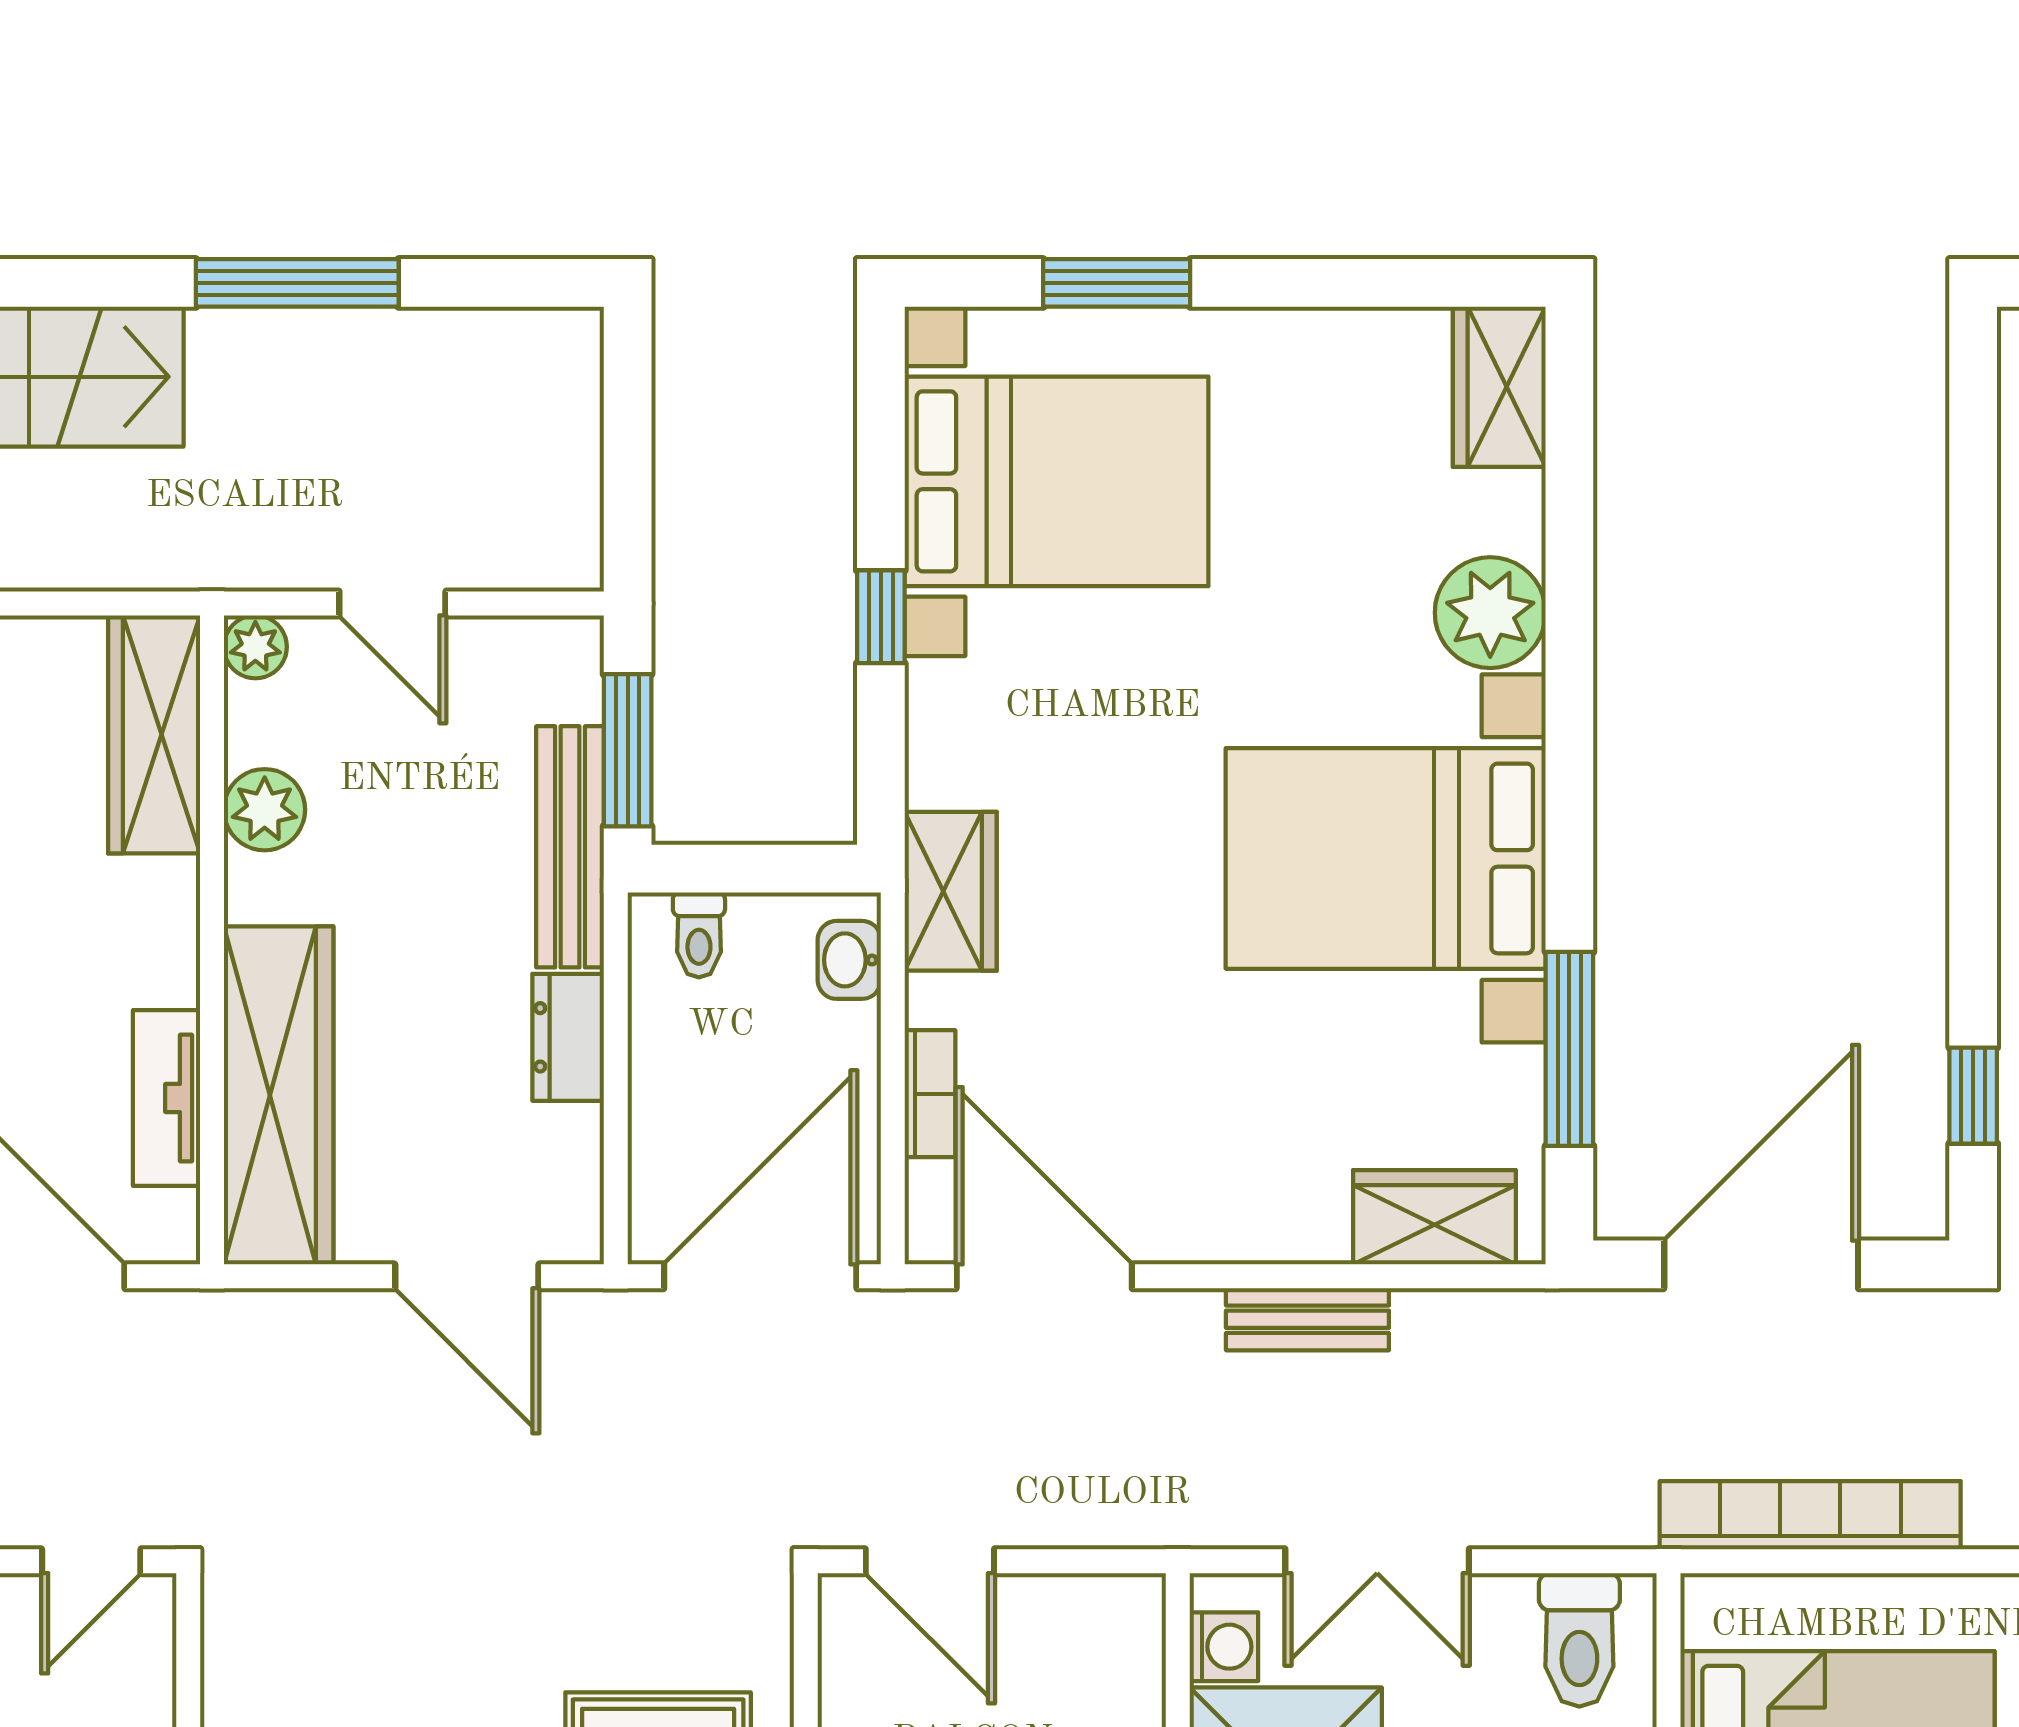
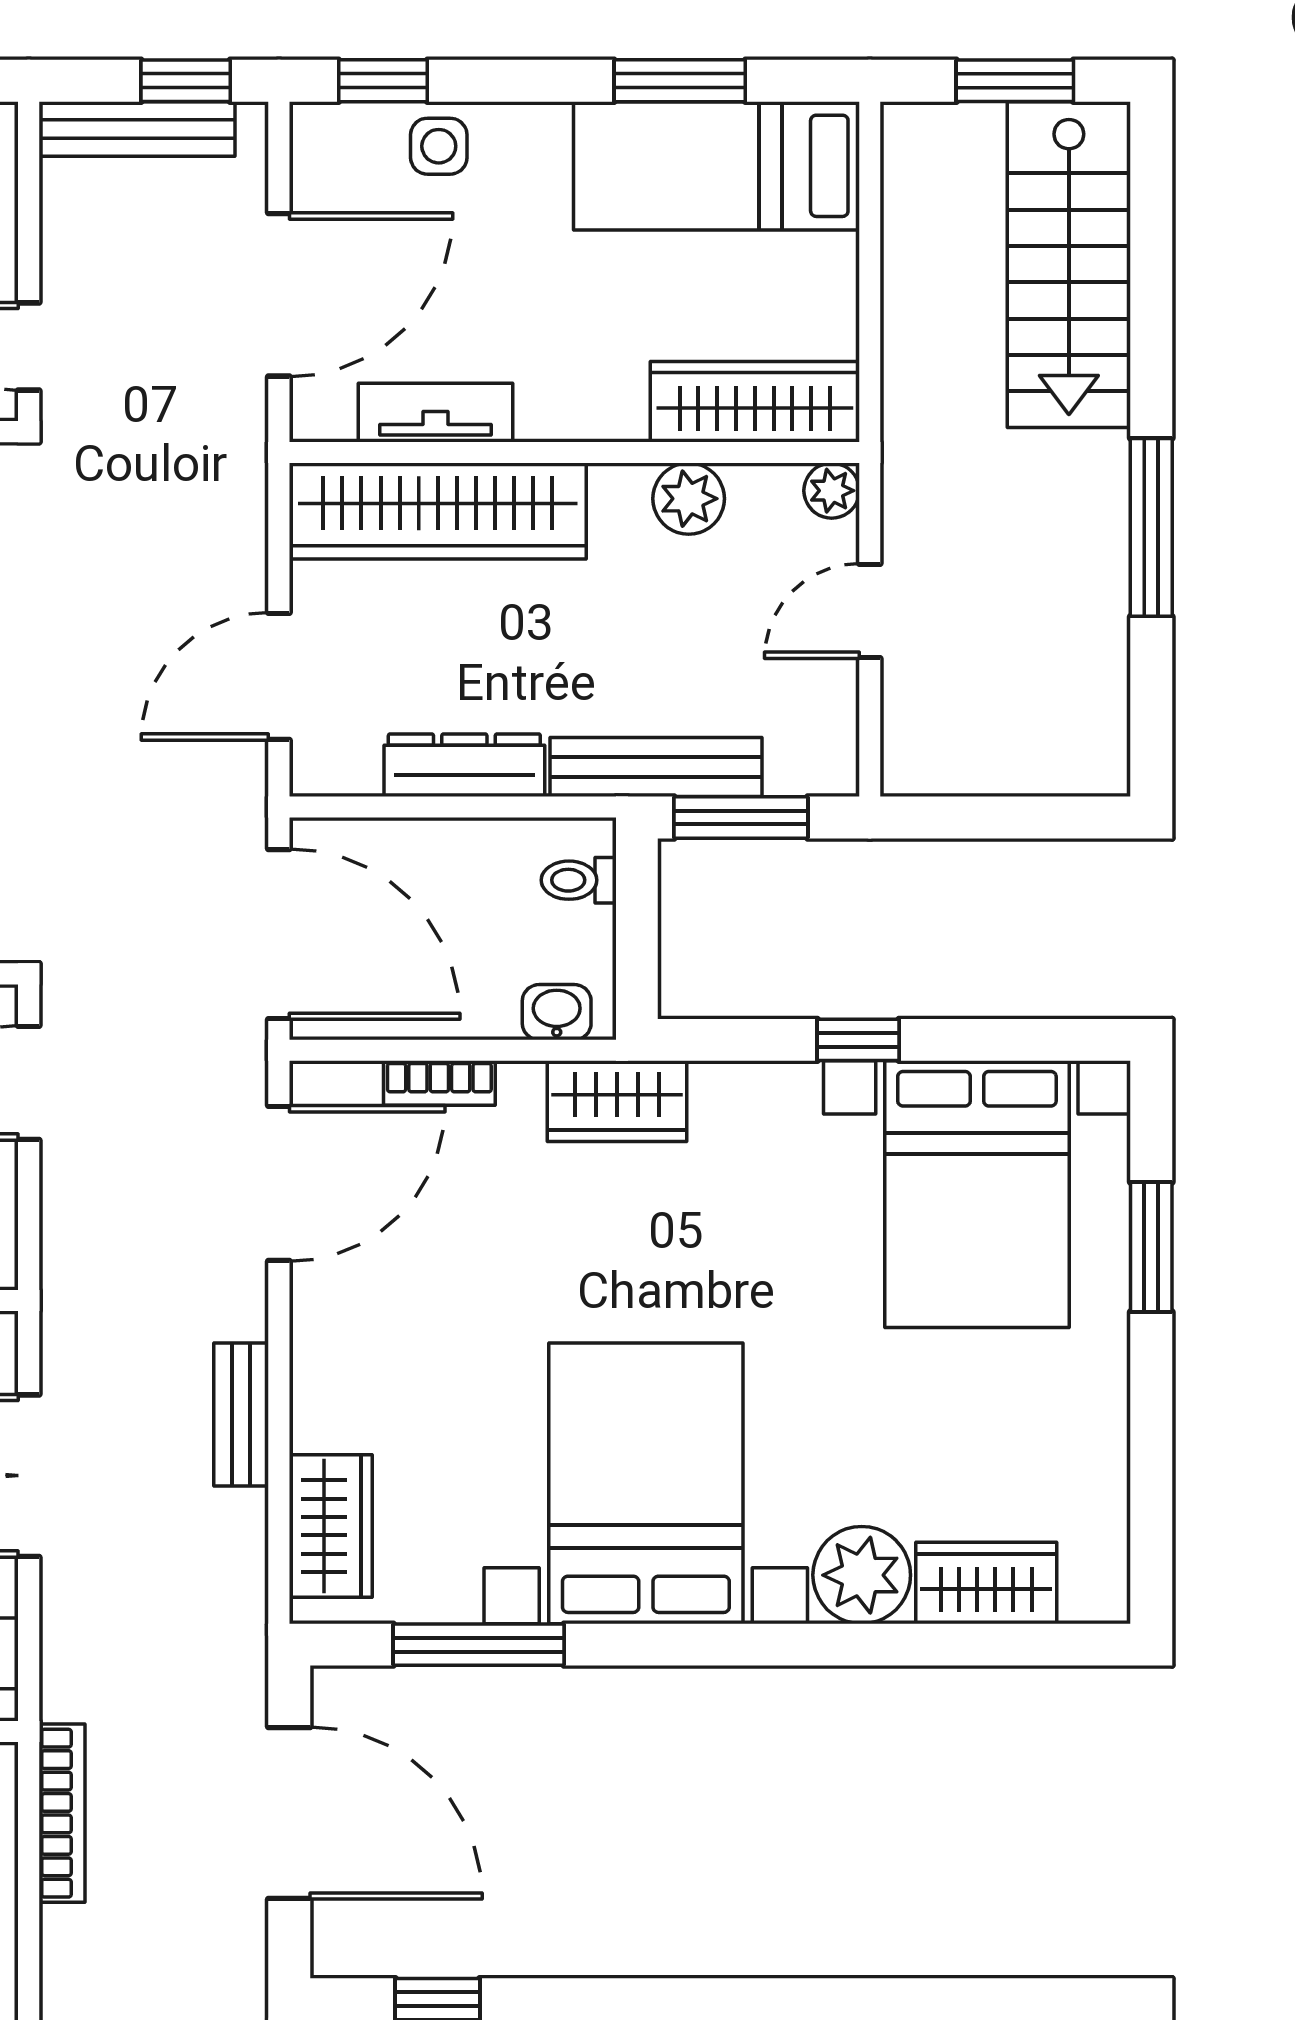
wardrobe: (1499, 387) -> (986, 1583), moved
dresser: (568, 1037) -> (464, 765), width x1.44
bookcase: (1810, 1515) -> (62, 1813), width x0.68, depth x0.76

